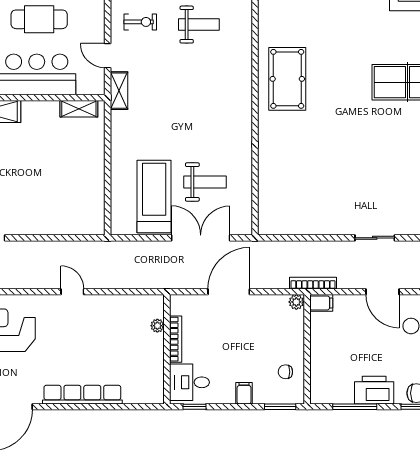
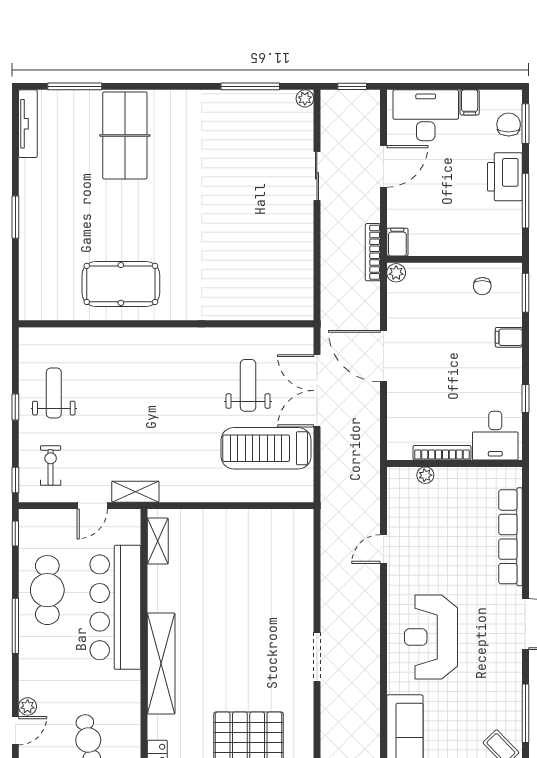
plant: (157, 326) -> (425, 475), moved
bookcase: (176, 339) -> (442, 453), moved
wall: (167, 349) -> (454, 463), moved
desk: (189, 382) -> (495, 436), moved

